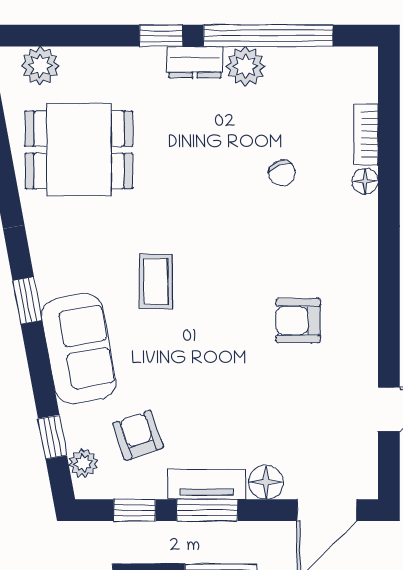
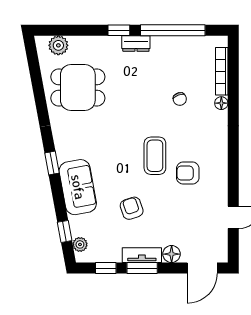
plant: (245, 66) -> (161, 46), removed
bookcase: (366, 135) -> (222, 71), width x1.56
coffee table: (156, 282) -> (155, 156), moved, width x1.36, depth x1.30
armchair: (138, 435) -> (132, 208), moved

